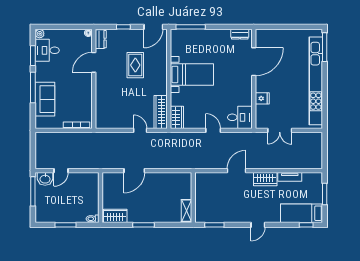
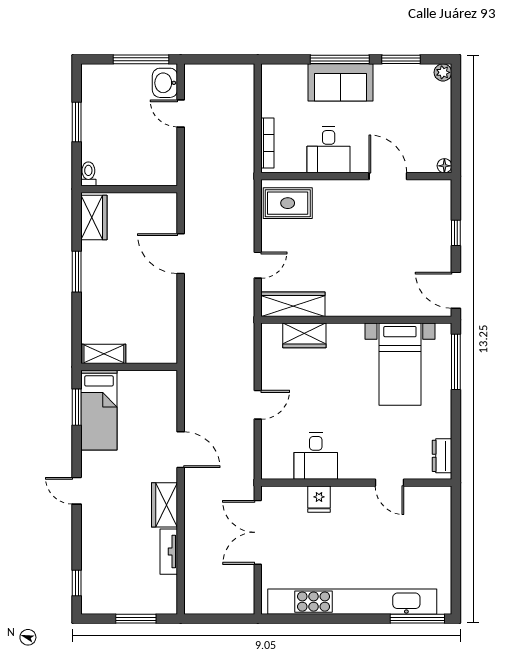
dresser: (101, 39) -> (432, 190), removed
desk: (47, 50) -> (329, 150), moved, turned 180
door: (254, 62) -> (389, 483), width x0.53
rug: (135, 65) -> (288, 203), moved
bed with nightstands: (192, 74) -> (400, 364), moved
sofa: (45, 99) -> (341, 82), moved
wardrobe: (177, 117) -> (304, 335), moved
desk: (240, 117) -> (316, 456), moved
double door: (280, 130) -> (258, 532), width x1.37
bed: (302, 213) -> (99, 410), moved, turned 180

